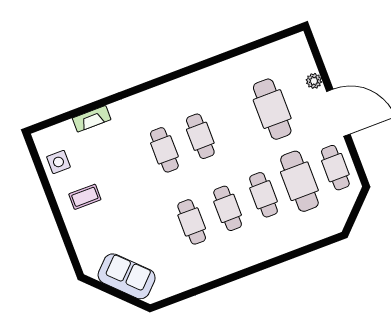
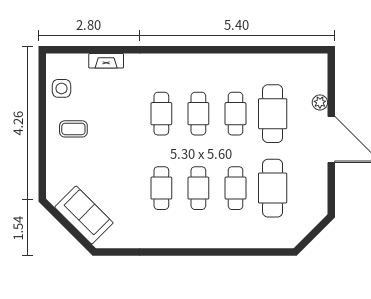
cafe table: (335, 168) -> (235, 114), moved

